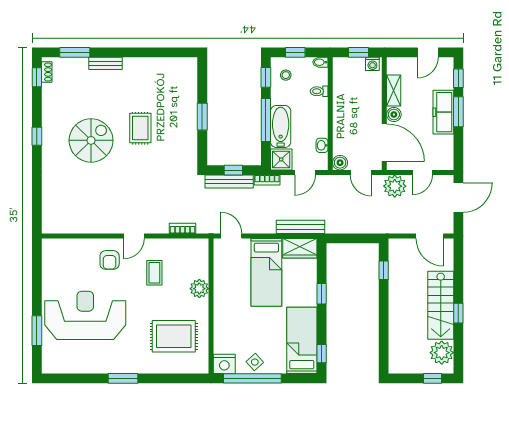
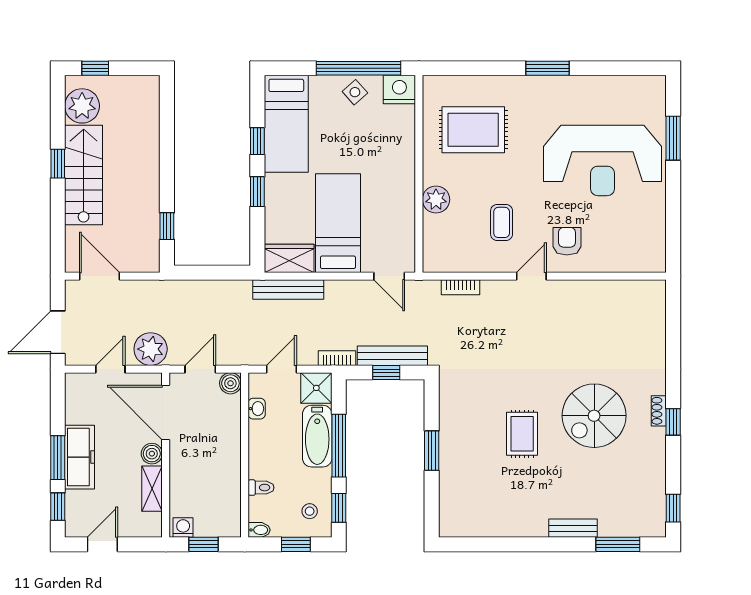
shoe rack: (47, 72) -> (659, 411), moved
door: (361, 172) -> (200, 369), hinge flipped
window: (322, 354) -> (257, 141), moved

